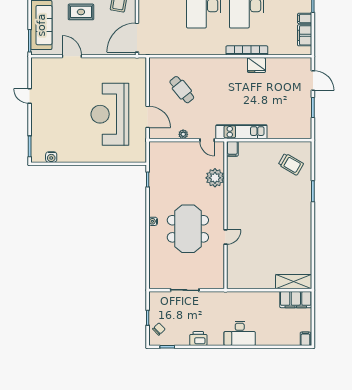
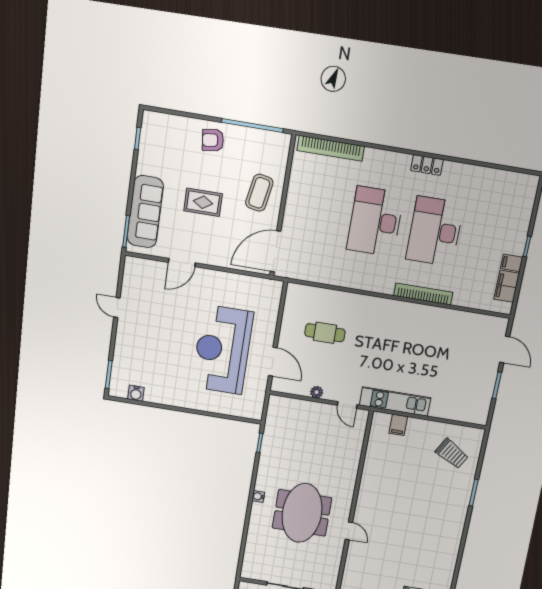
door: (72, 56) -> (182, 263), swing flipped
fridge: (256, 65) -> (432, 316), removed
cafe table: (182, 90) -> (325, 333), turned -51
filing cabinet: (232, 149) -> (398, 425), moved
plant: (215, 178) -> (349, 455), removed
door: (226, 237) -> (349, 531), hinge flipped

